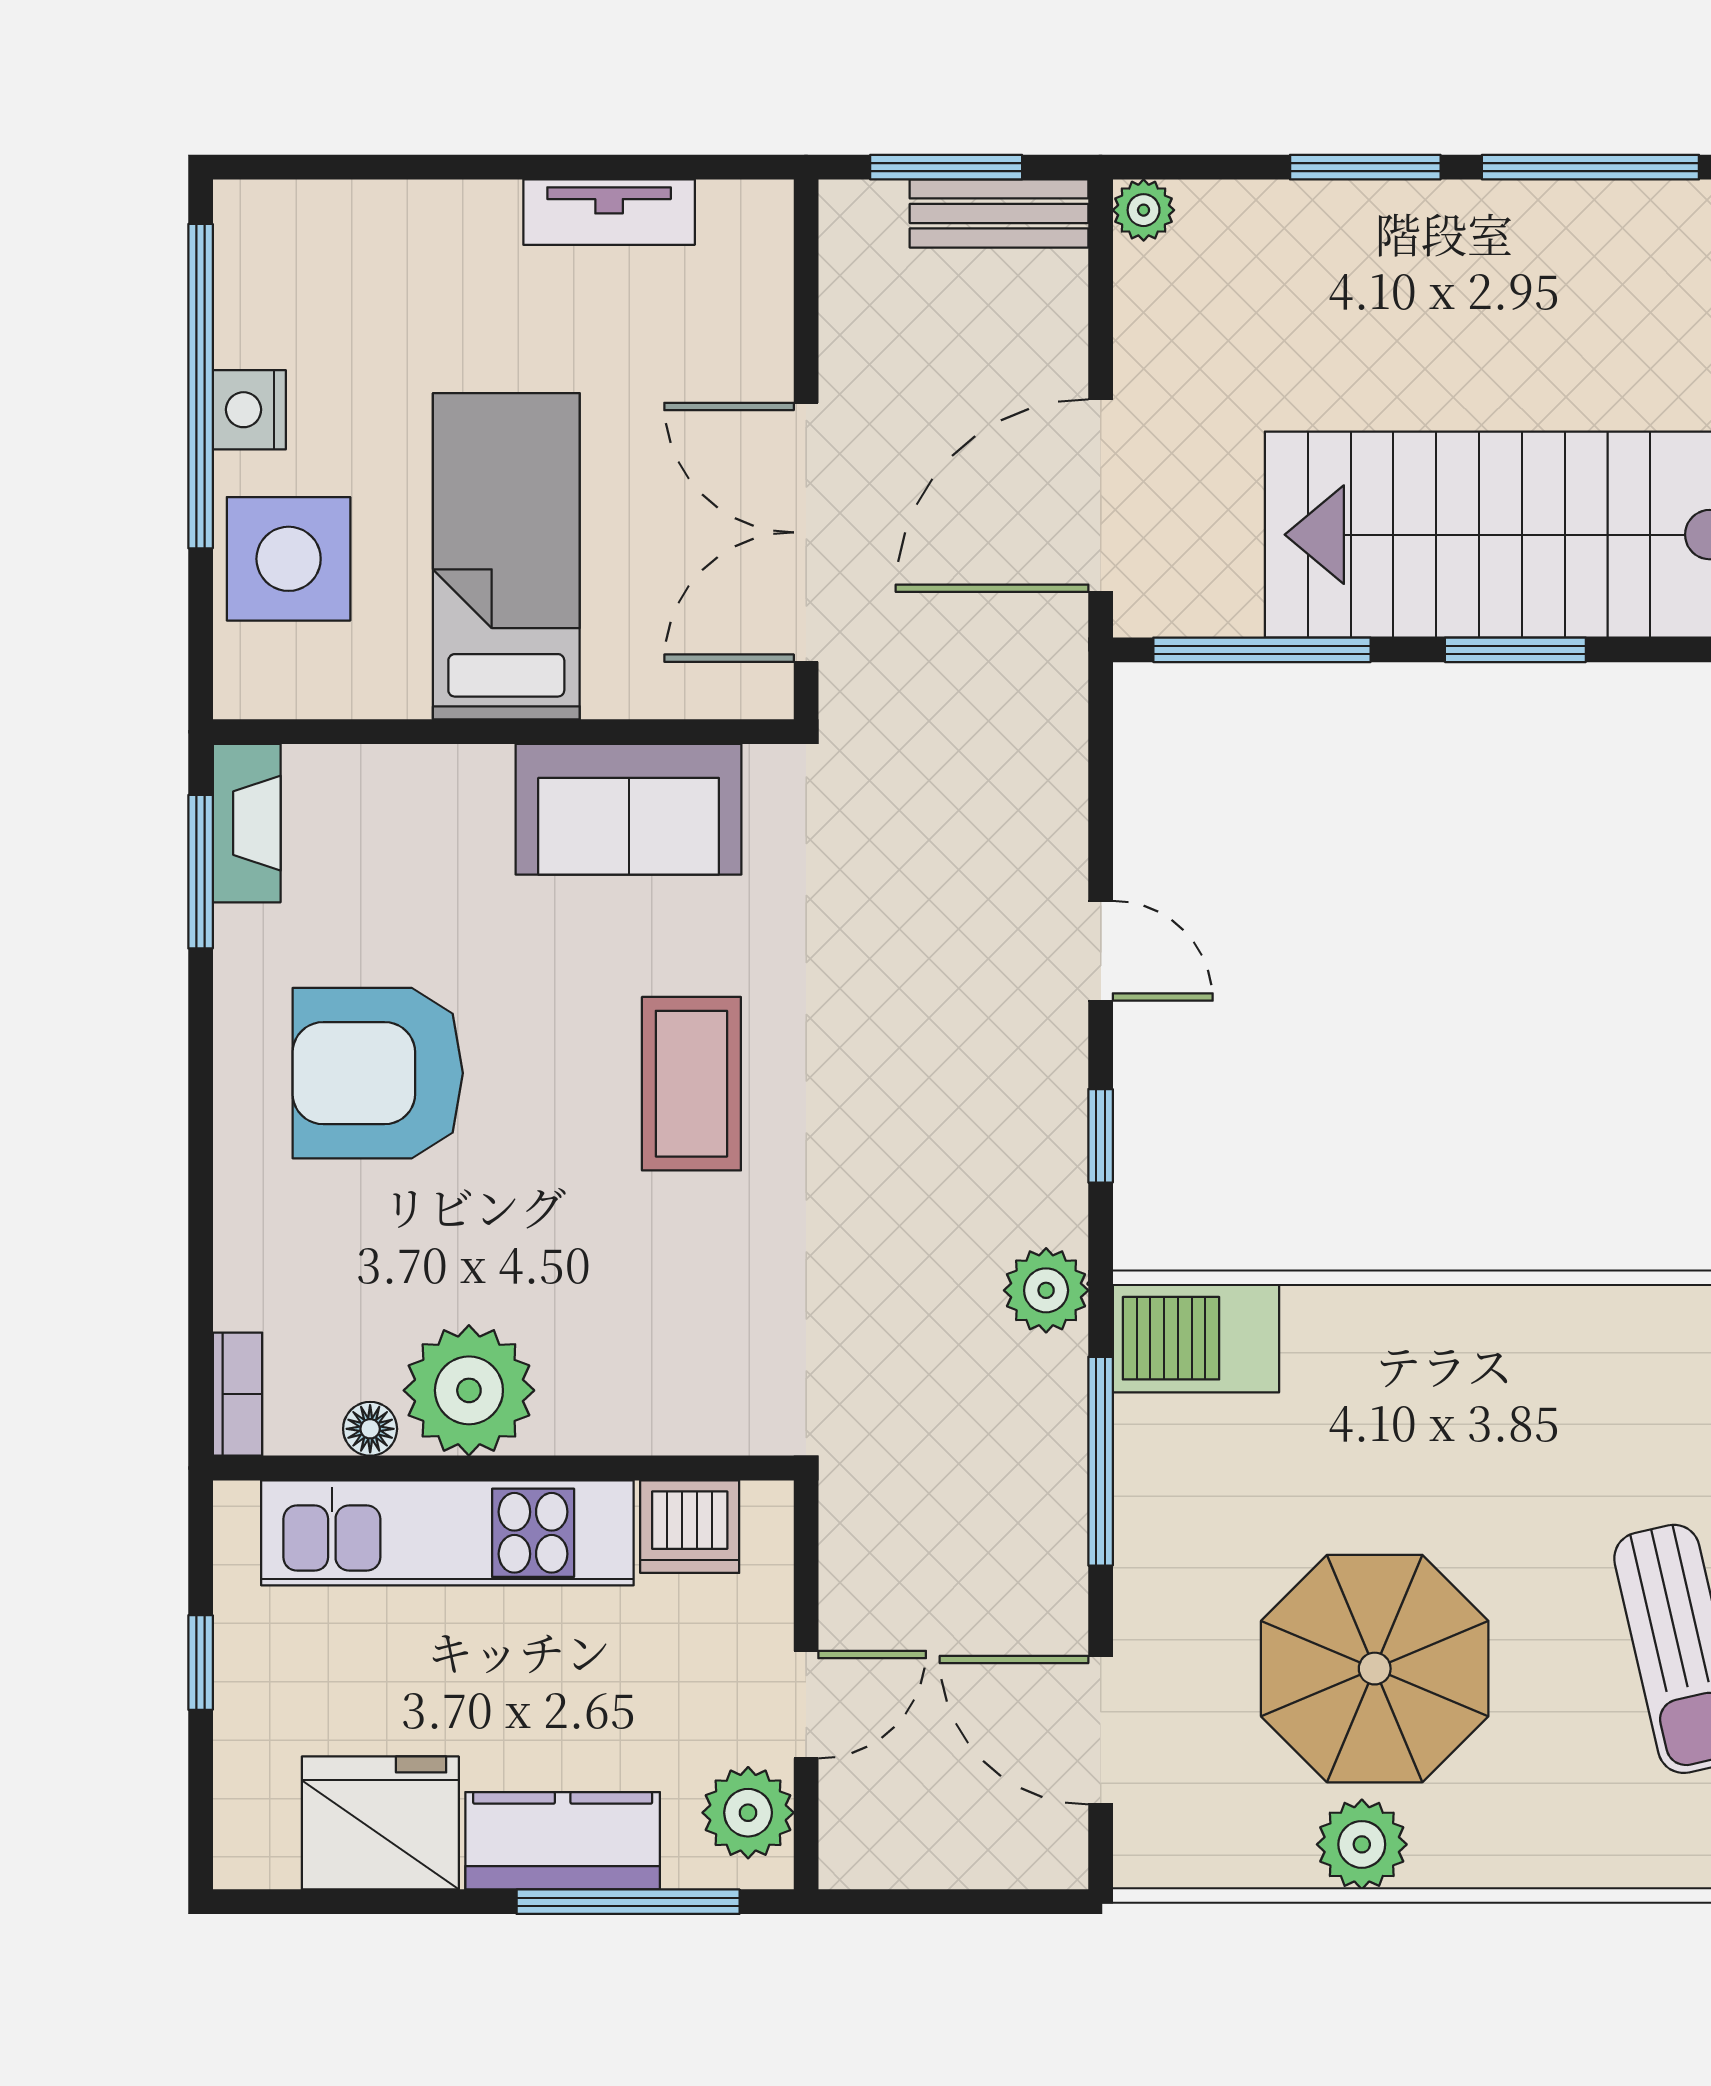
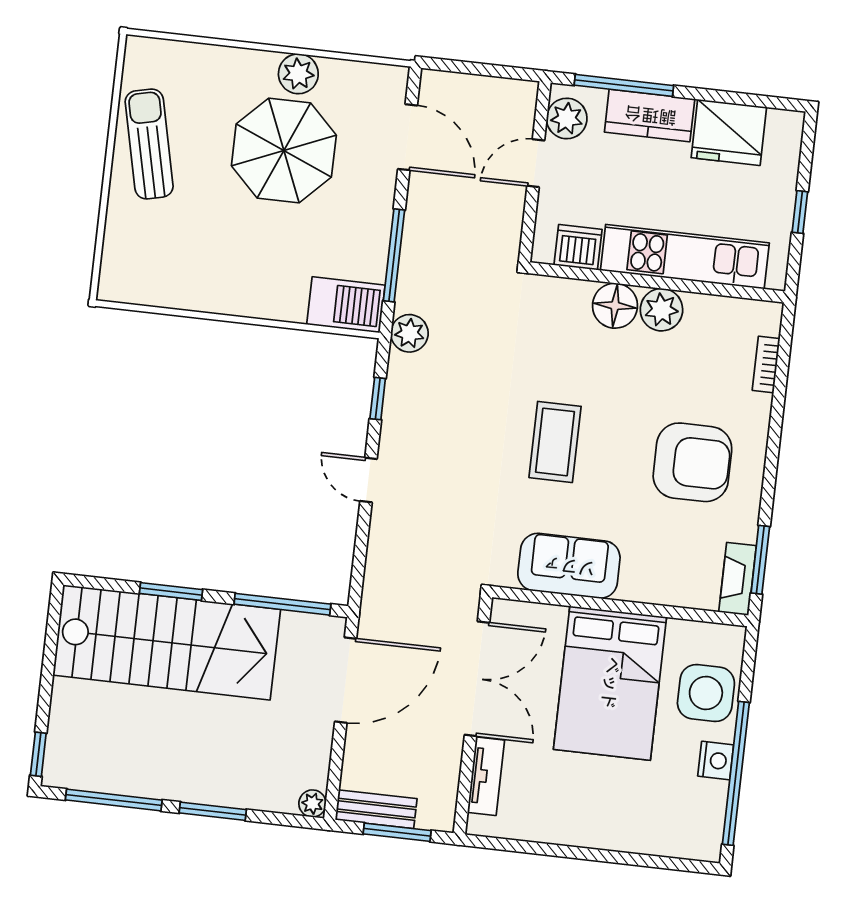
tv unit: (609, 212) -> (486, 776), moved, turned 90
bed: (506, 556) -> (610, 683), width x1.50
plant: (469, 1390) -> (661, 310), width x0.73, depth x0.73
bookcase: (237, 1394) -> (766, 365), moved
floor lamp: (370, 1429) -> (615, 306), moved, width x1.89, depth x1.89

